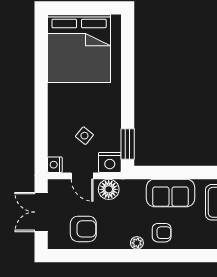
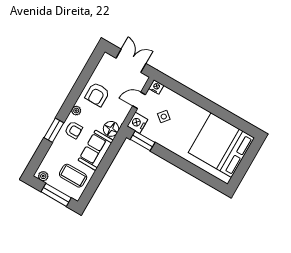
floor lamp: (109, 189) -> (111, 129), moved
armchair: (83, 229) -> (97, 94), moved
armchair: (162, 233) -> (74, 130), turned -90
window: (175, 256) -> (54, 130), added

